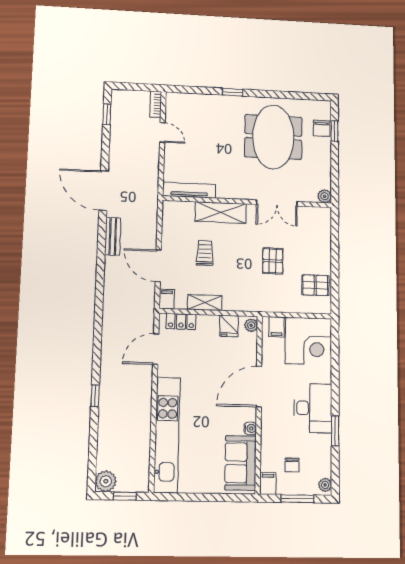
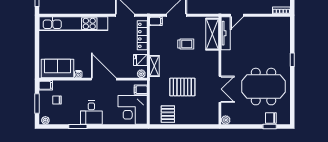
door: (162, 132) -> (237, 15), moved
double door: (277, 203) -> (220, 89), swing flipped
shelving: (221, 212) -> (212, 34), moved
pallet: (273, 261) -> (182, 87), width x1.50, depth x1.42
shelving: (205, 303) -> (154, 66), moved
locker: (181, 321) -> (142, 35), width x1.53
desk: (313, 408) -> (91, 113), width x0.73

